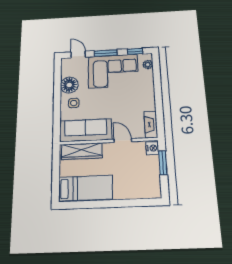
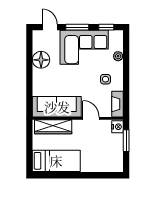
plant: (148, 65) -> (118, 56), moved
side table: (74, 103) -> (105, 79), moved

